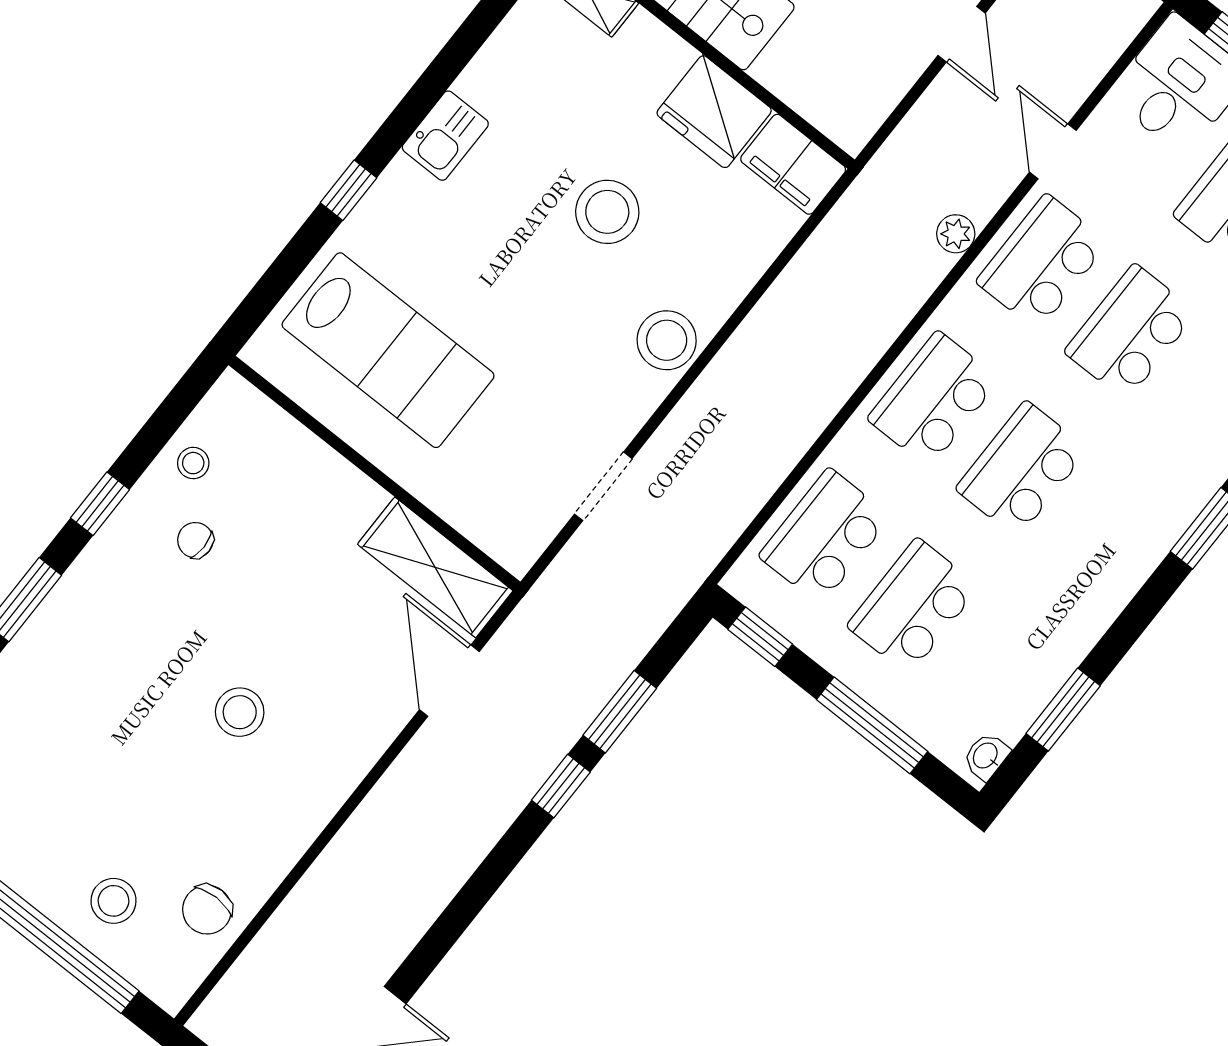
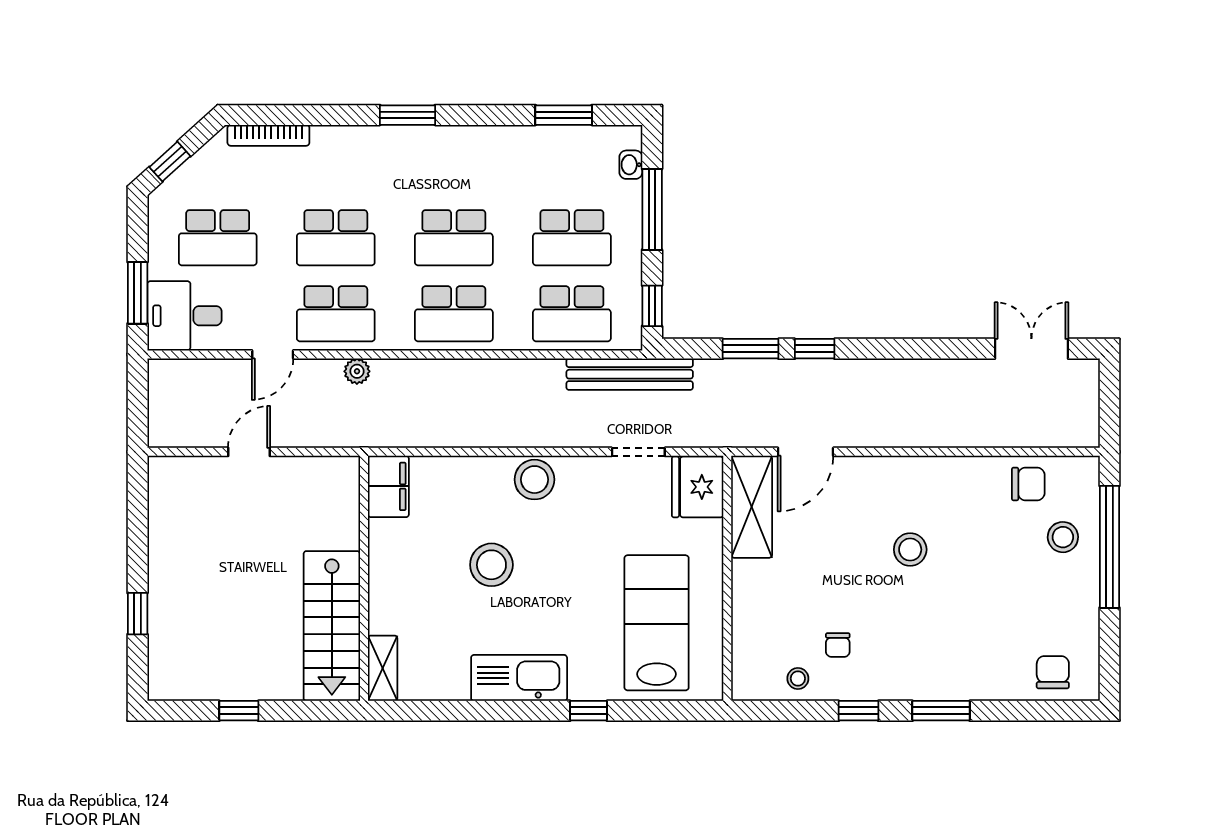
fridge: (714, 112) -> (698, 487), moved, turned 180
kitchen sink: (445, 136) -> (519, 678), width x1.87, depth x1.24
bench: (701, 548) -> (630, 374), added
washbasin: (986, 756) -> (631, 165), moved, turned 90

